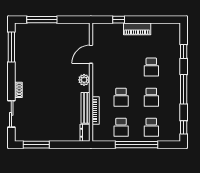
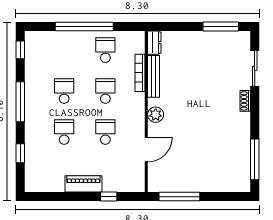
window: (42, 20) -> (179, 197), moved
school desk: (151, 127) -> (105, 132), moved

